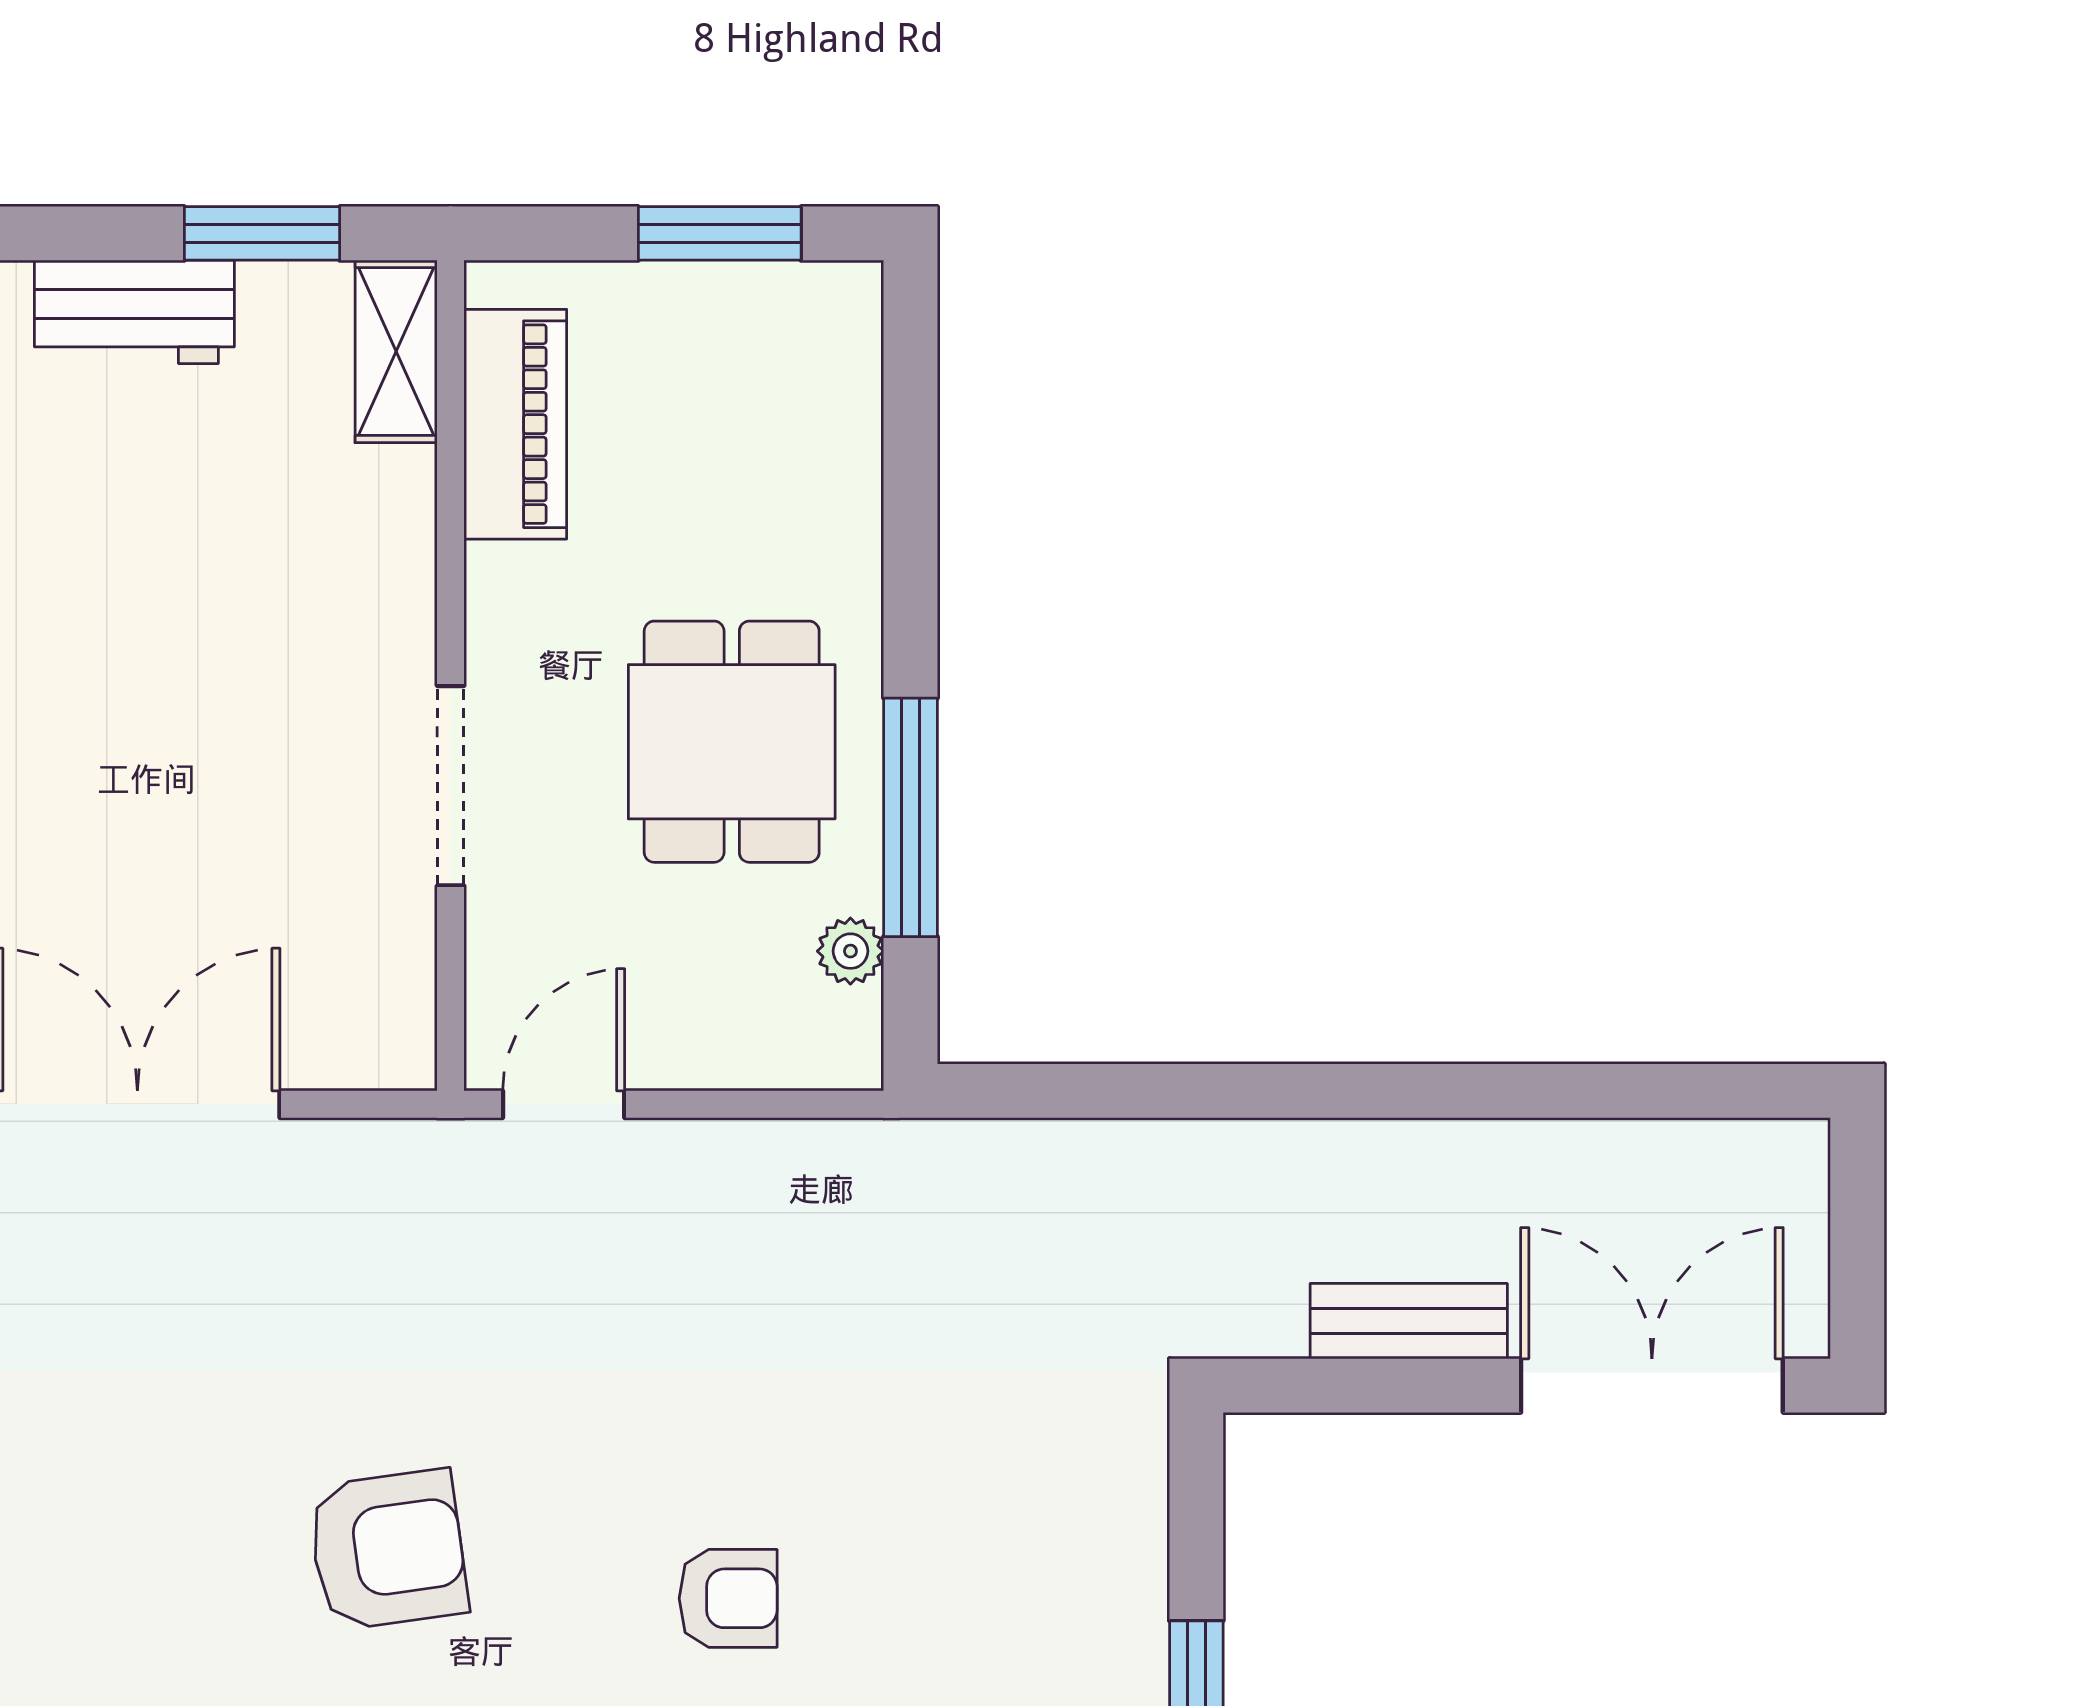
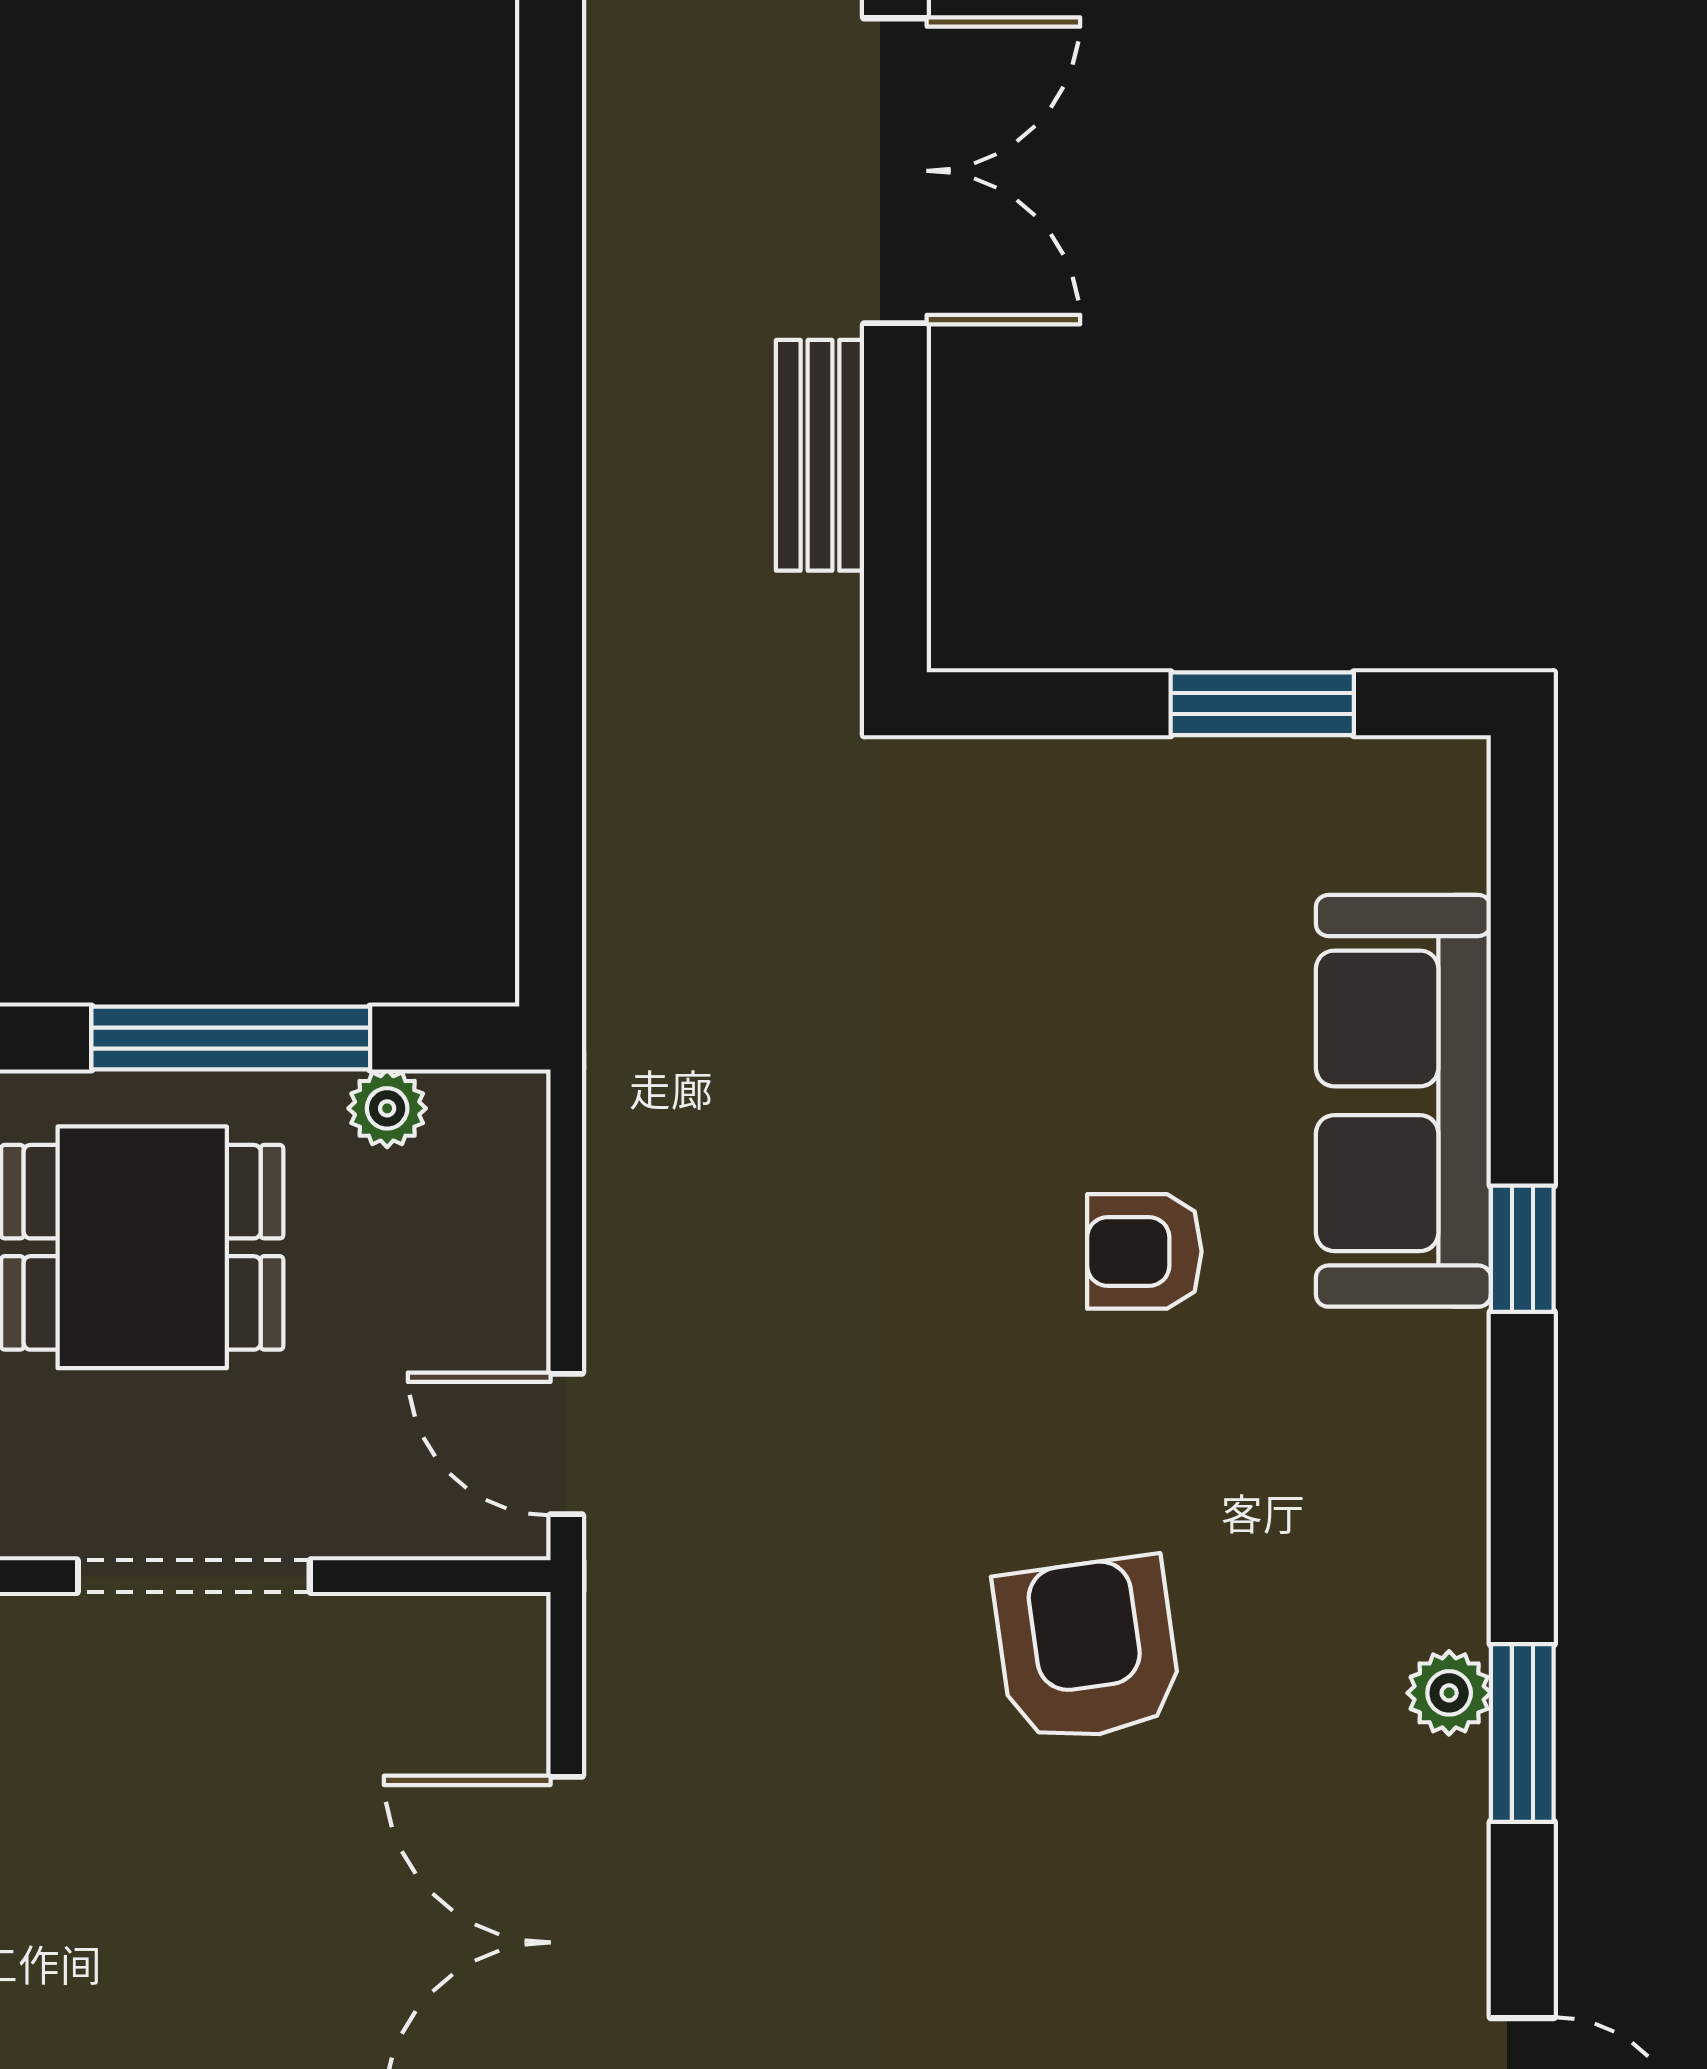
double door: (1652, 1386) -> (895, 171), swing flipped
armchair: (728, 1598) -> (1144, 1251), turned -90

